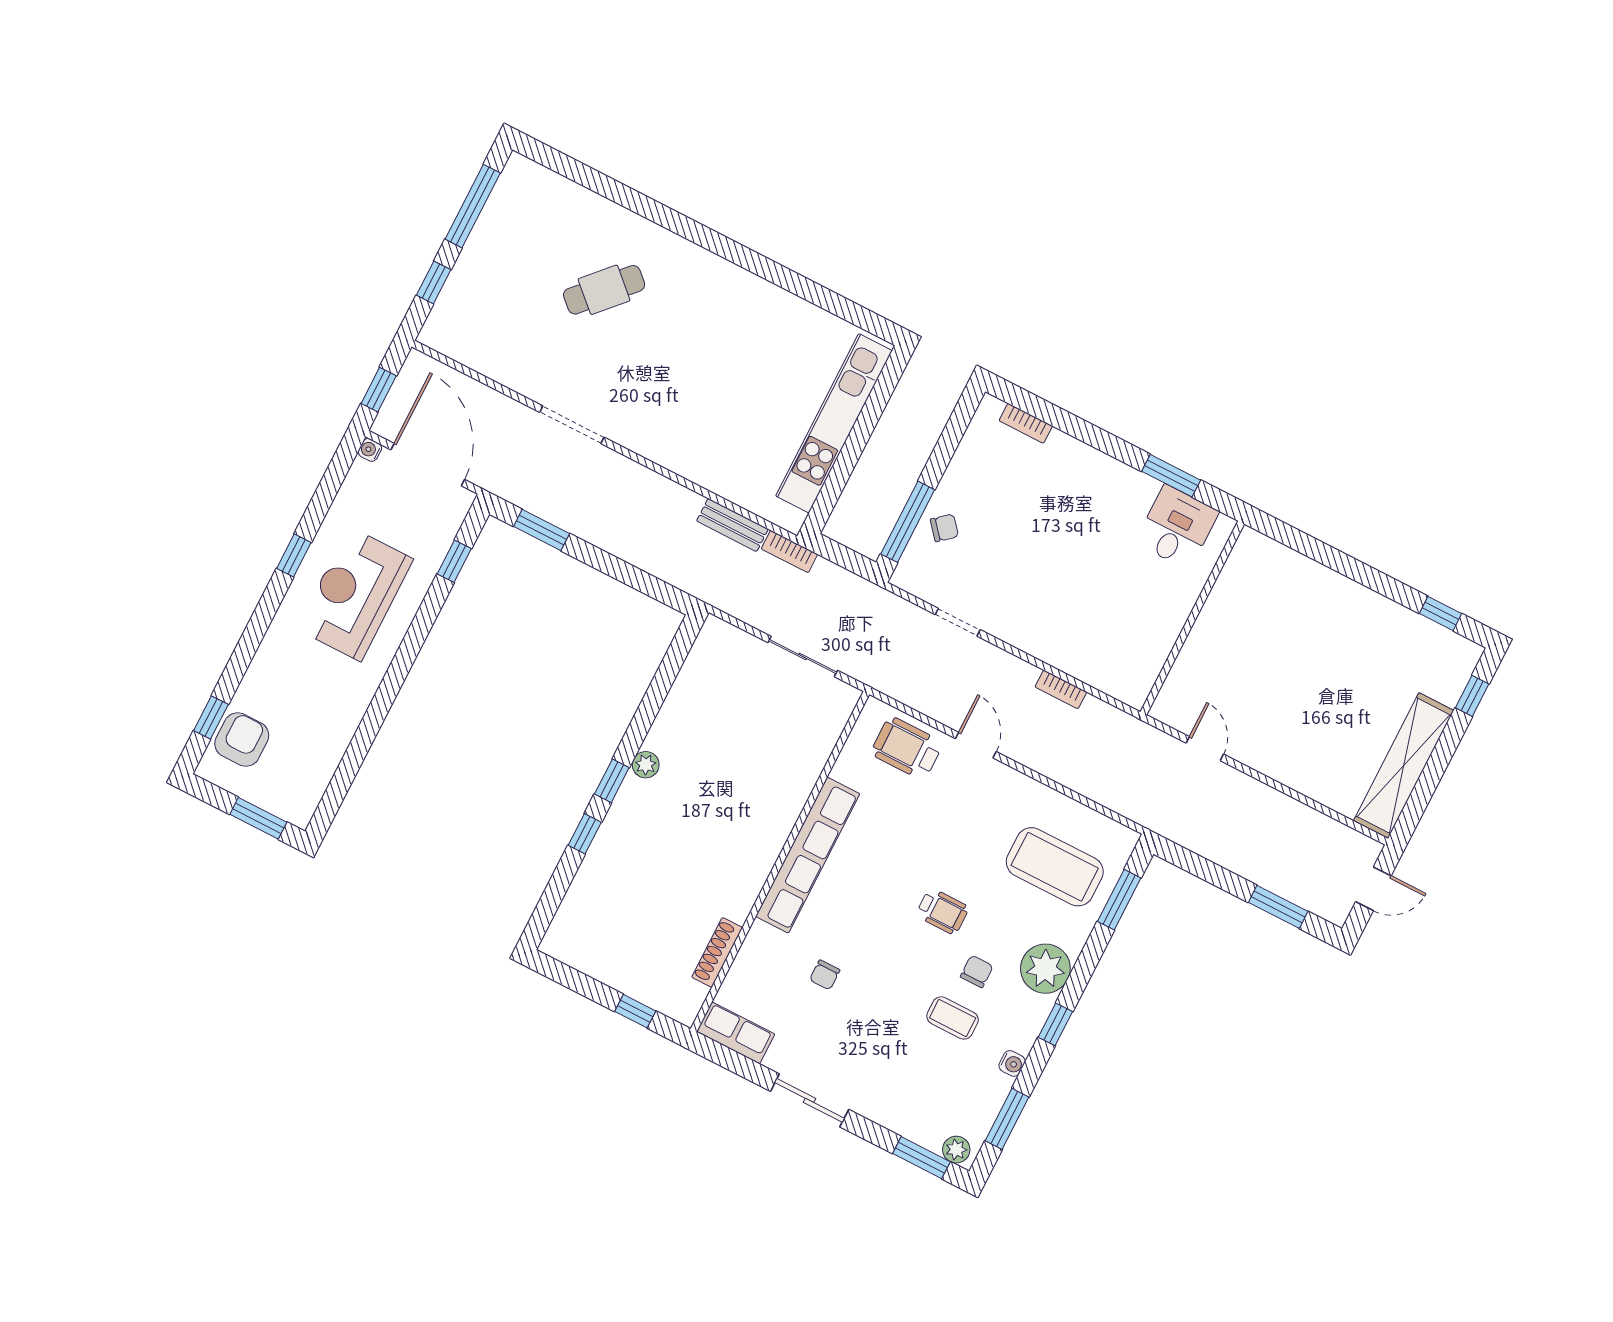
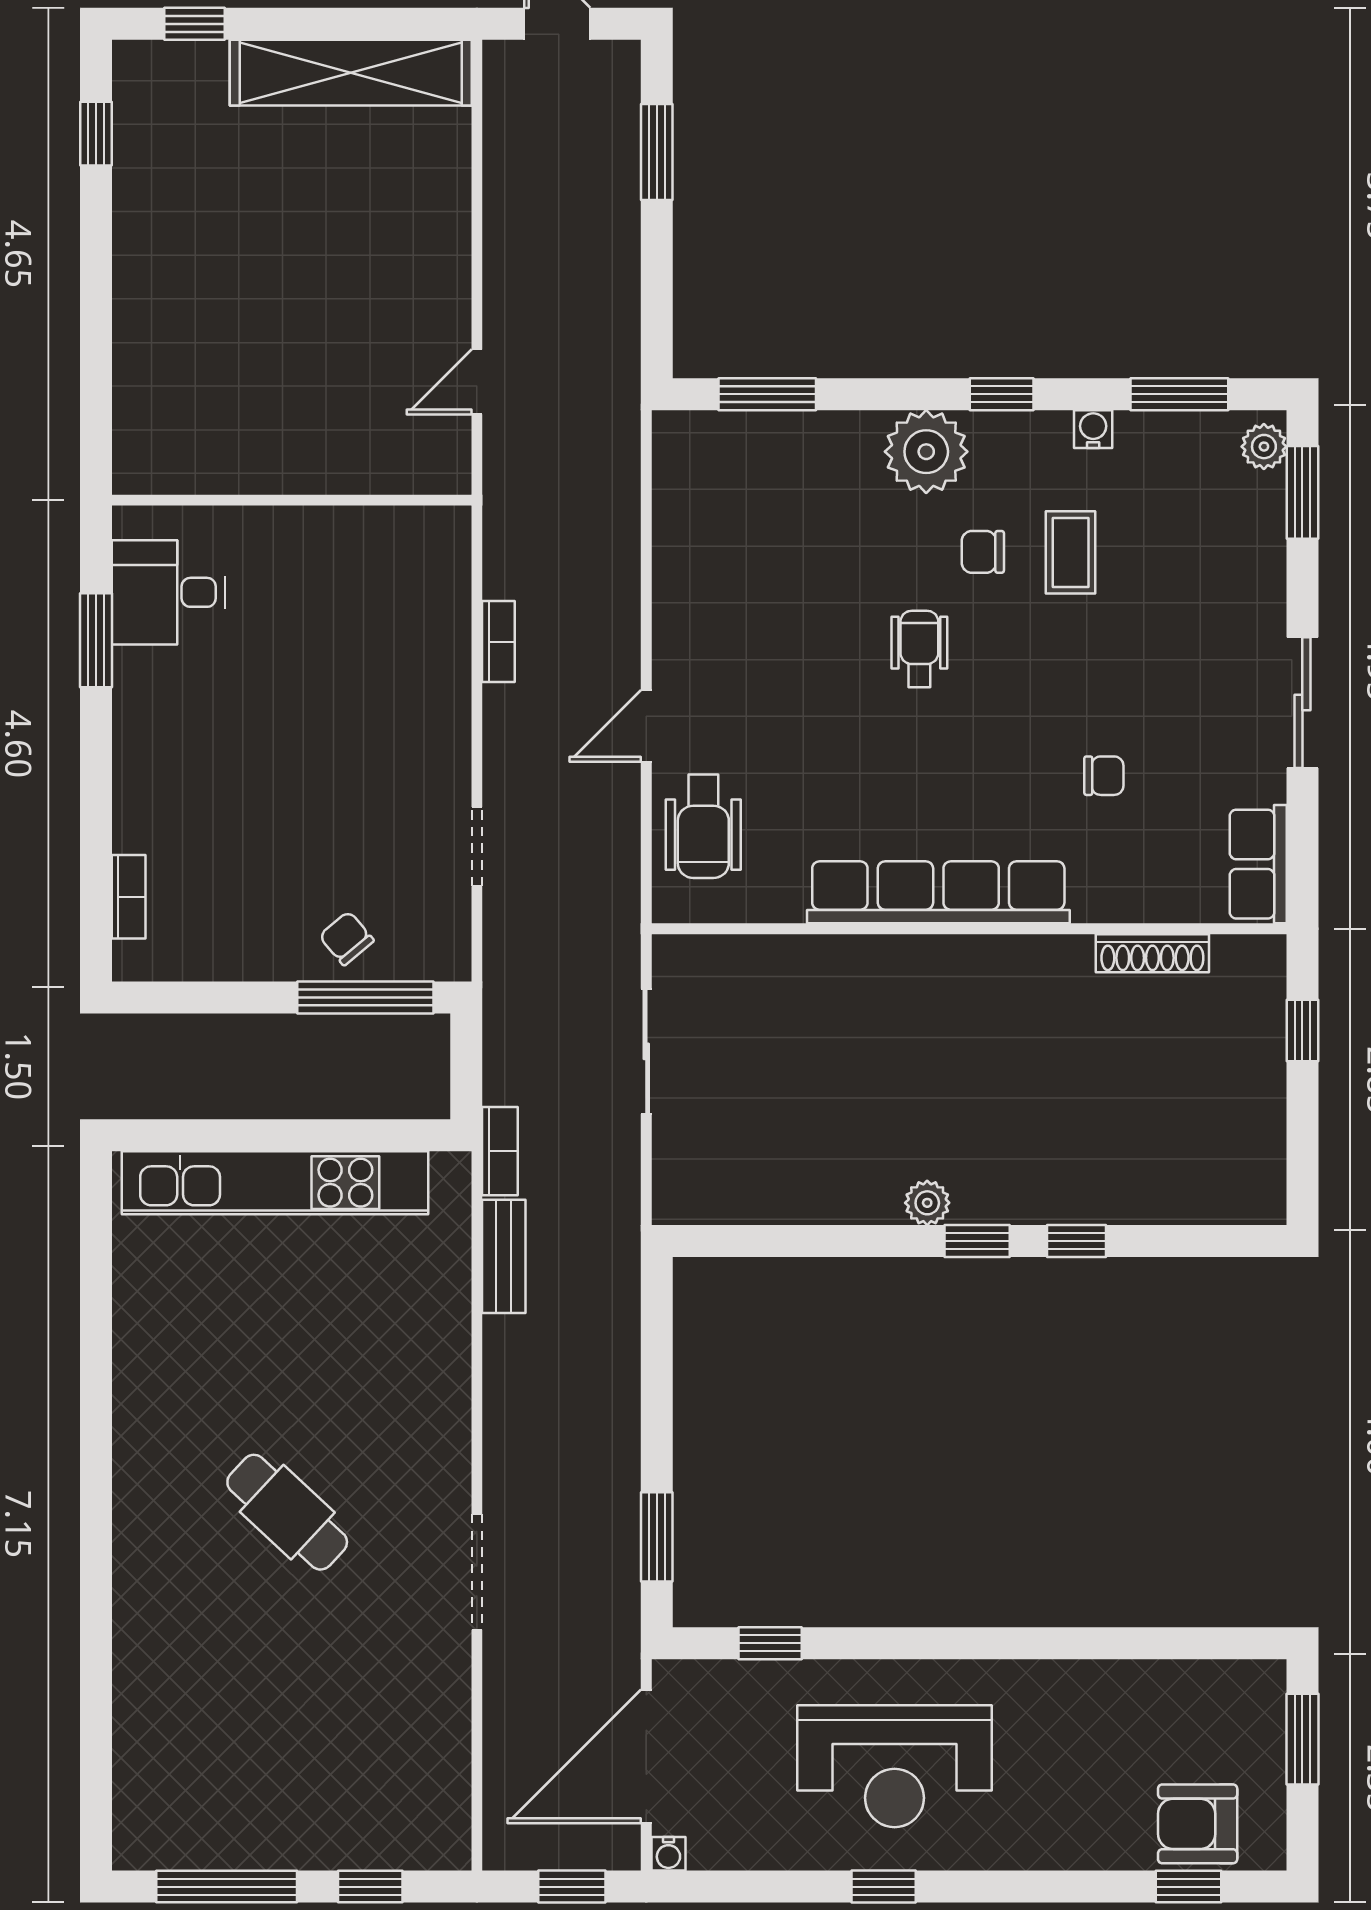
cafe table: (604, 290) -> (287, 1512), moved
coffee table: (1055, 867) -> (767, 515), removed

